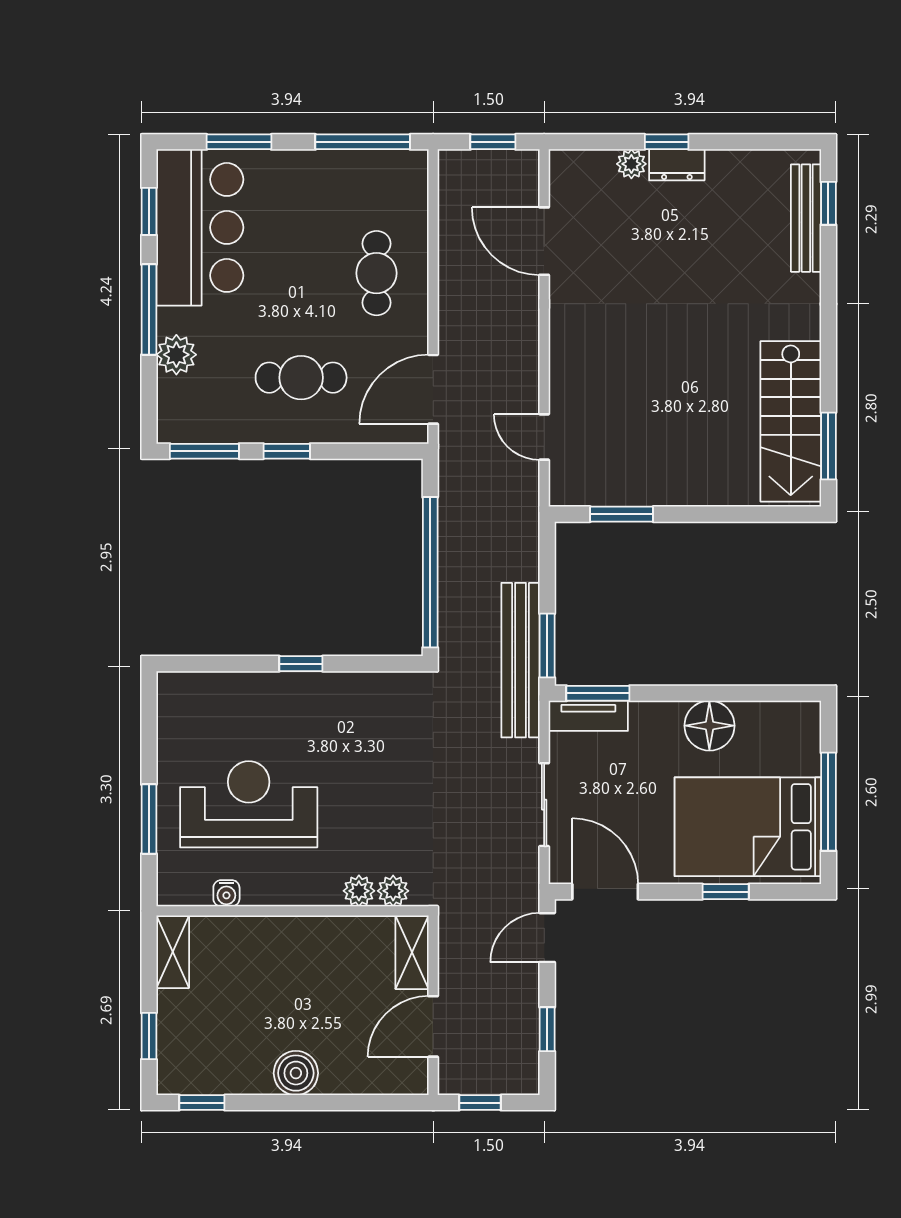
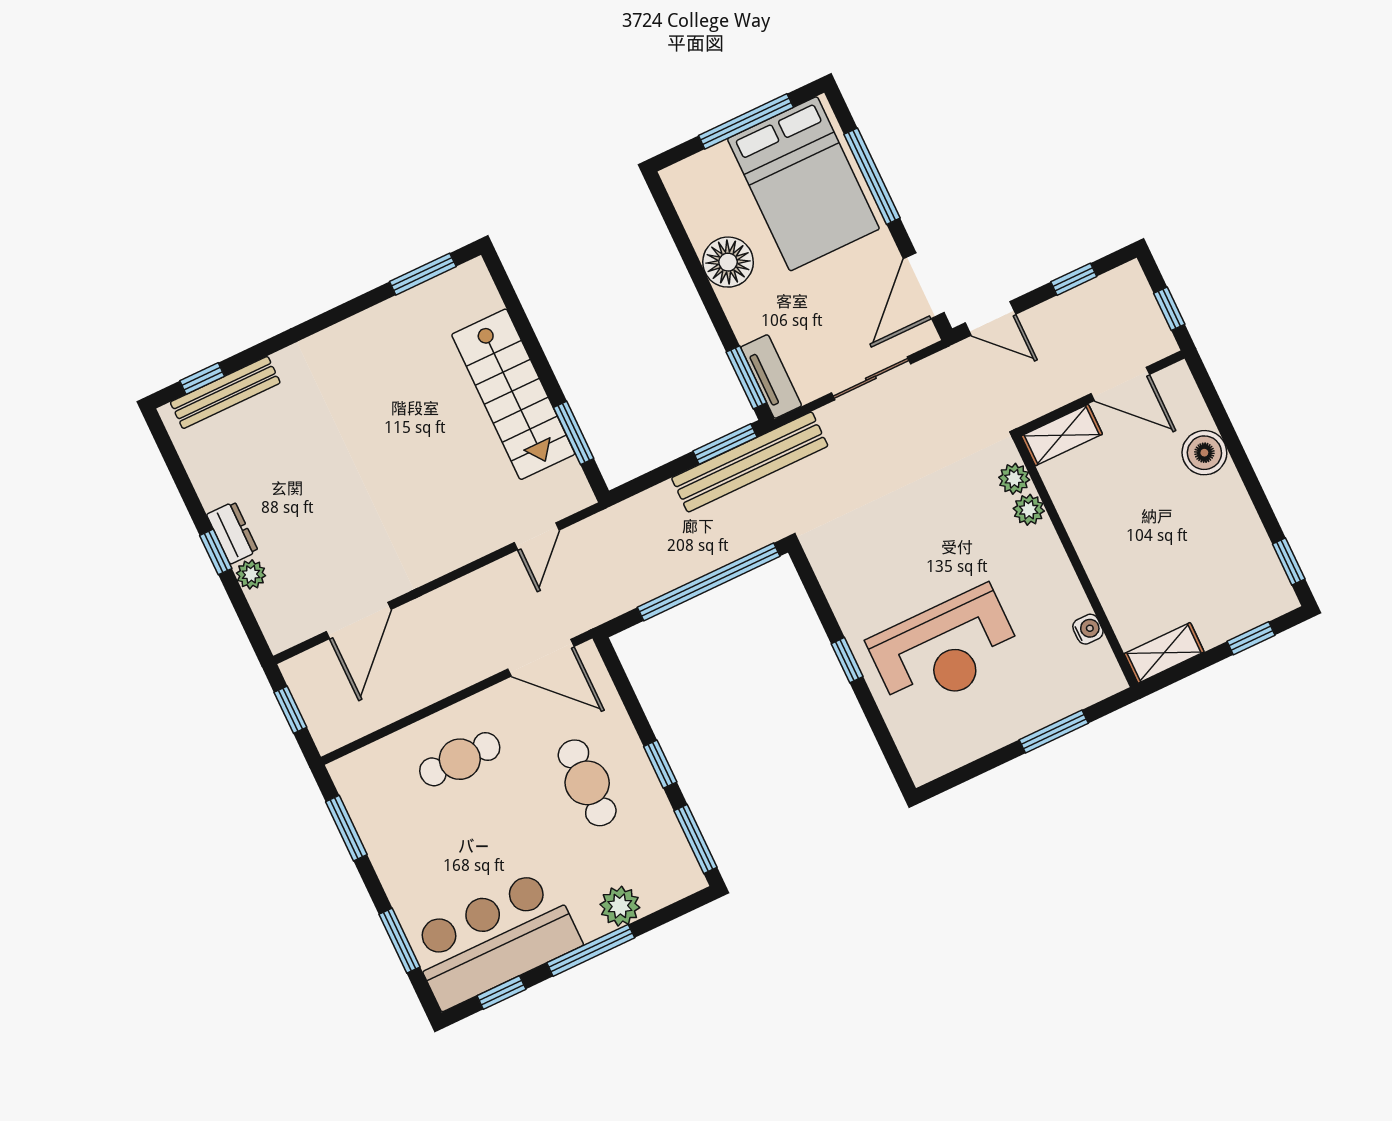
window: (363, 142) -> (346, 828), width x0.69
stairs: (791, 421) -> (513, 394), moved, turned 90
reception desk: (249, 804) -> (945, 650), moved, turned -90
window: (726, 892) -> (872, 176), width x2.17
boiler: (296, 1073) -> (1204, 453), moved

